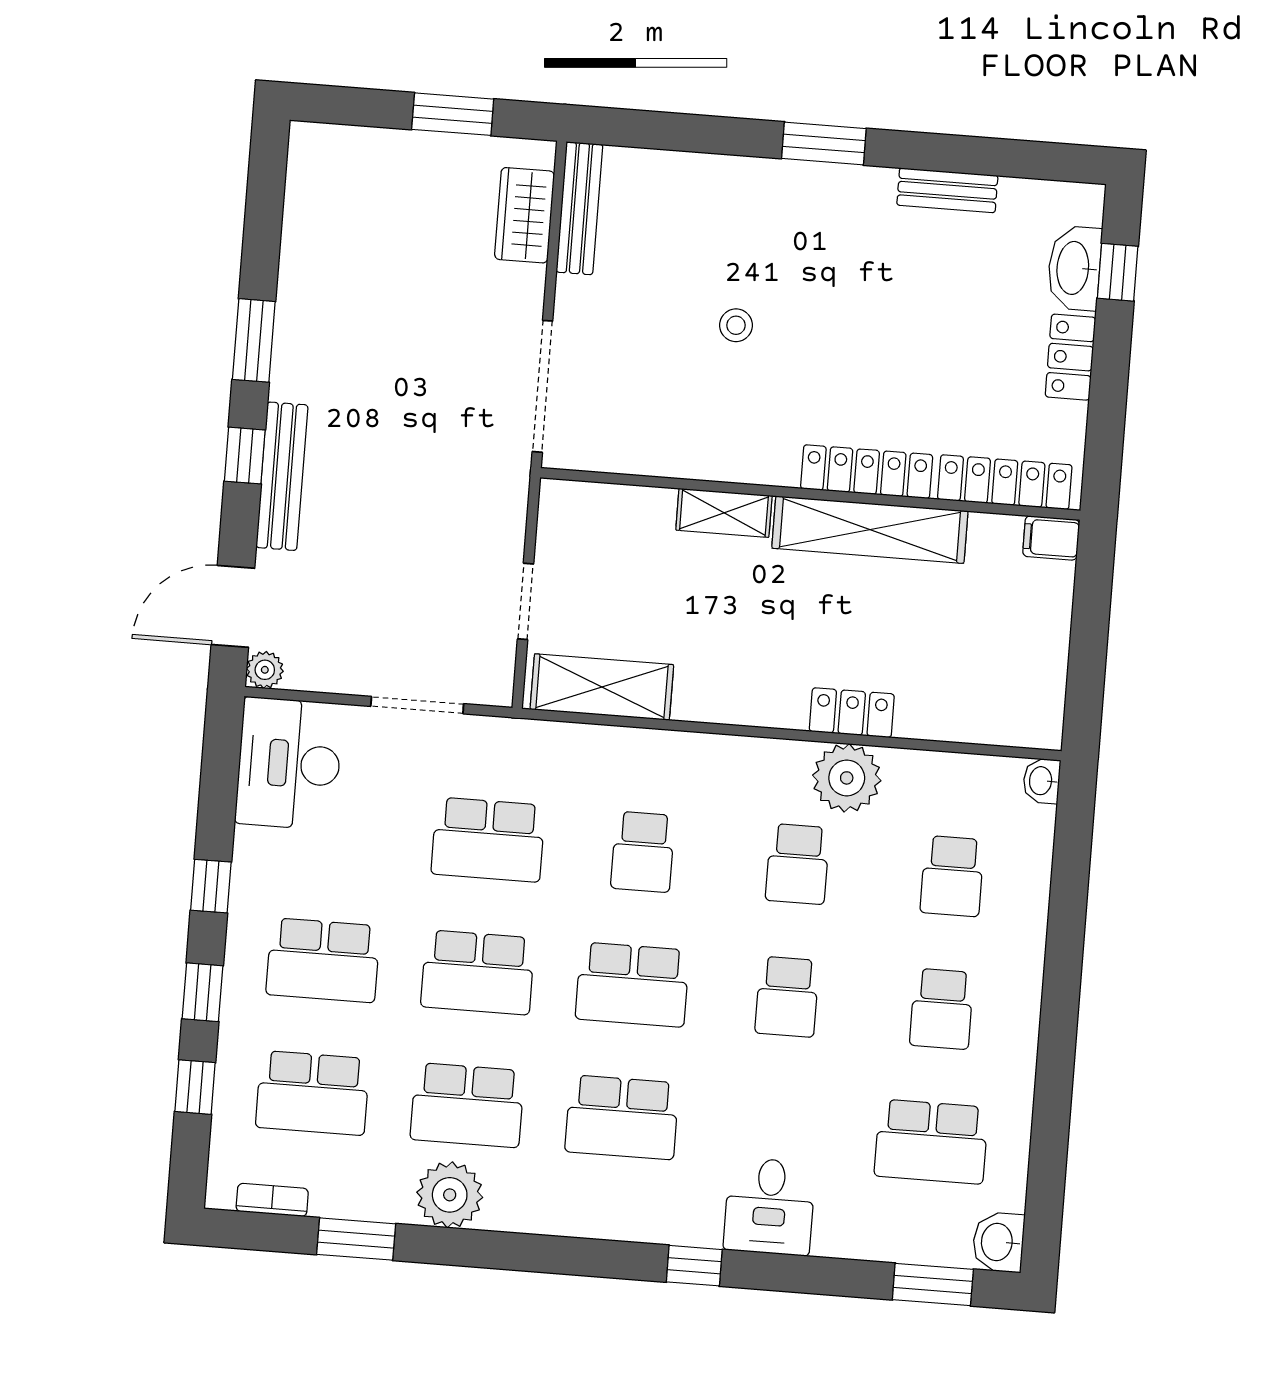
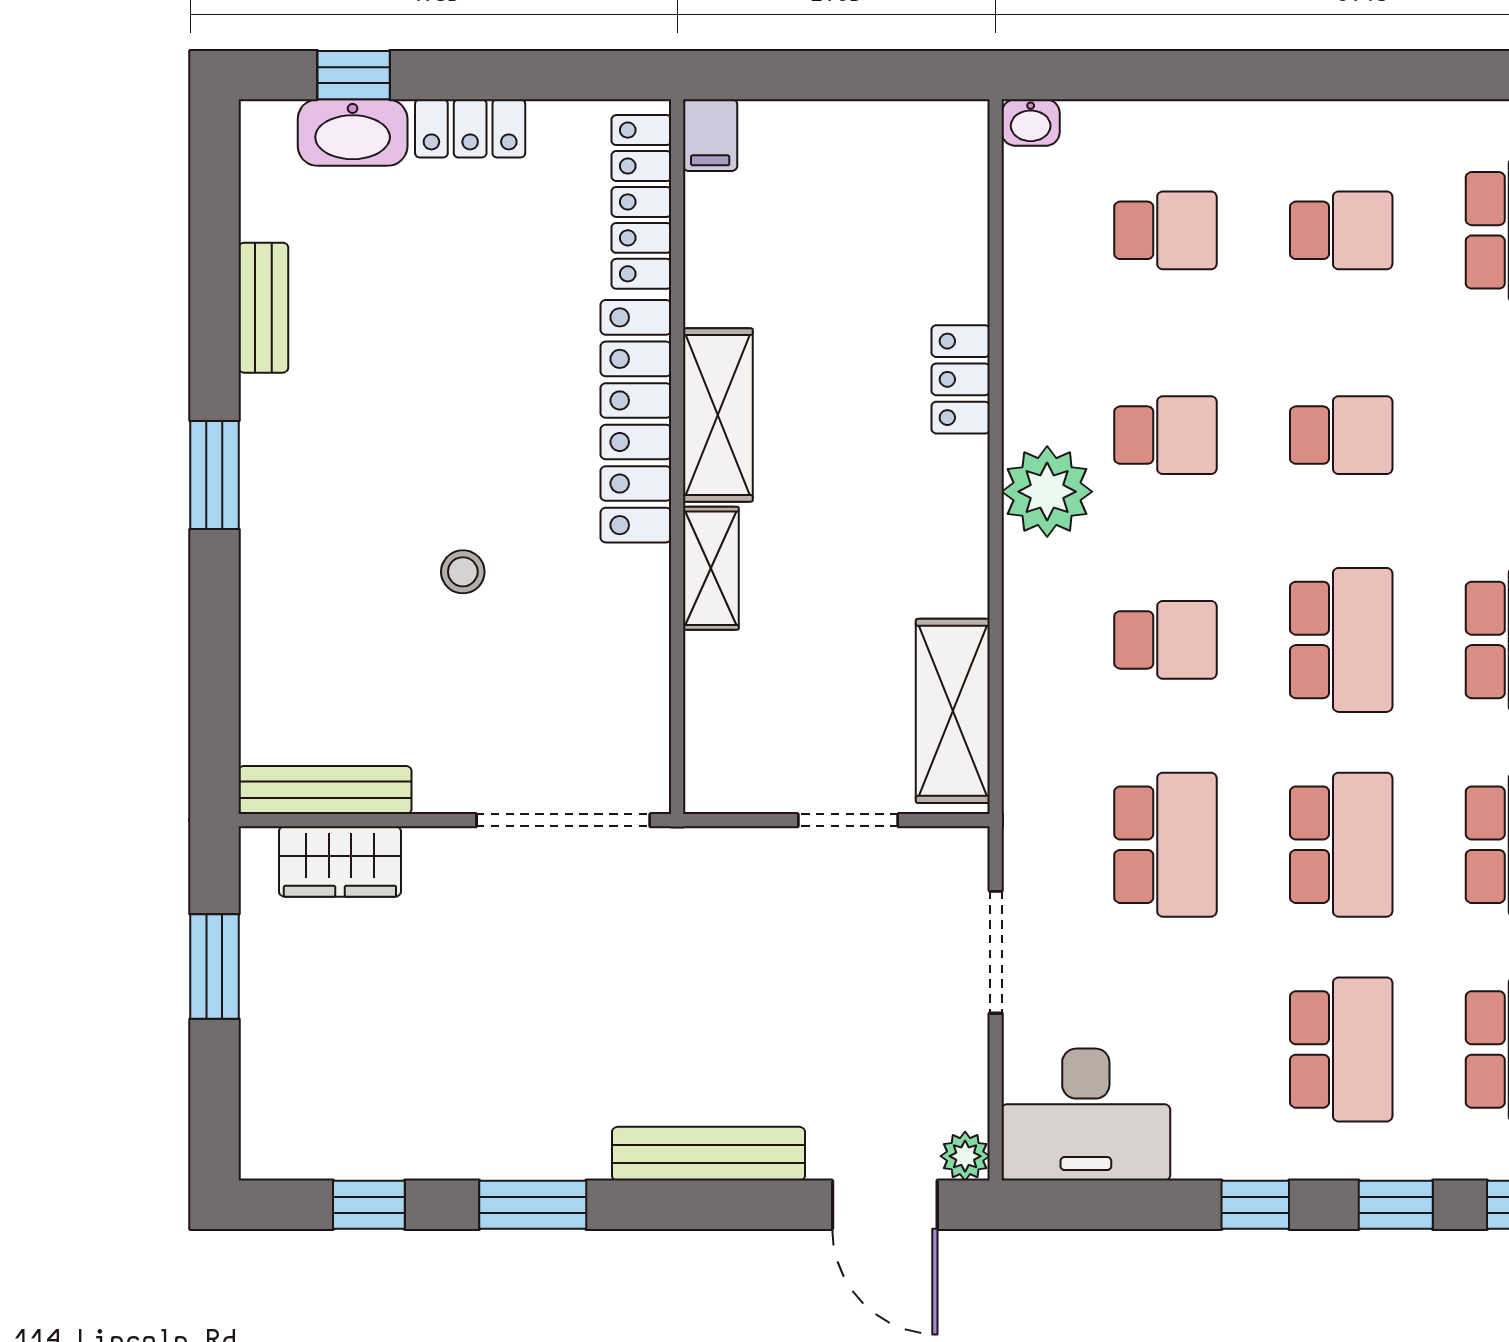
window: (245, 456) -> (369, 1205), moved
locker: (867, 472) -> (636, 421), width x1.41, depth x1.21
shelving: (870, 530) -> (718, 415), width x0.68
plant: (847, 778) -> (1047, 492), moved

